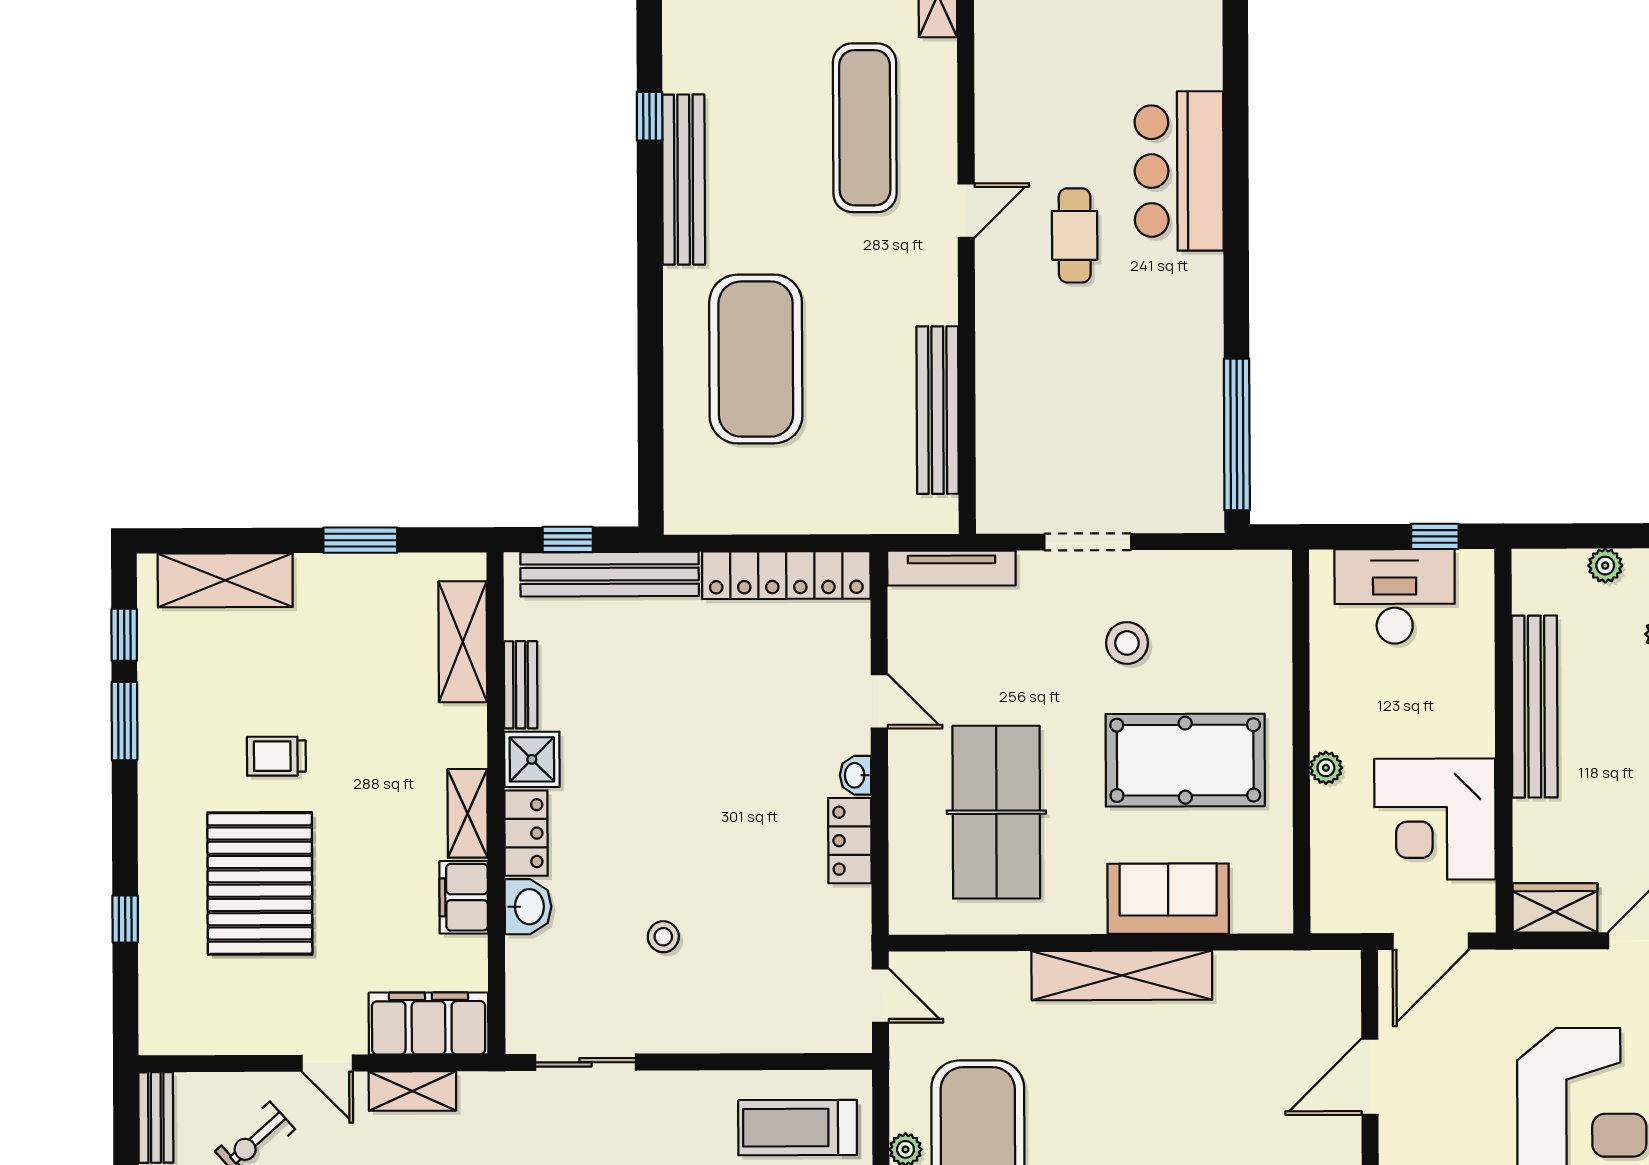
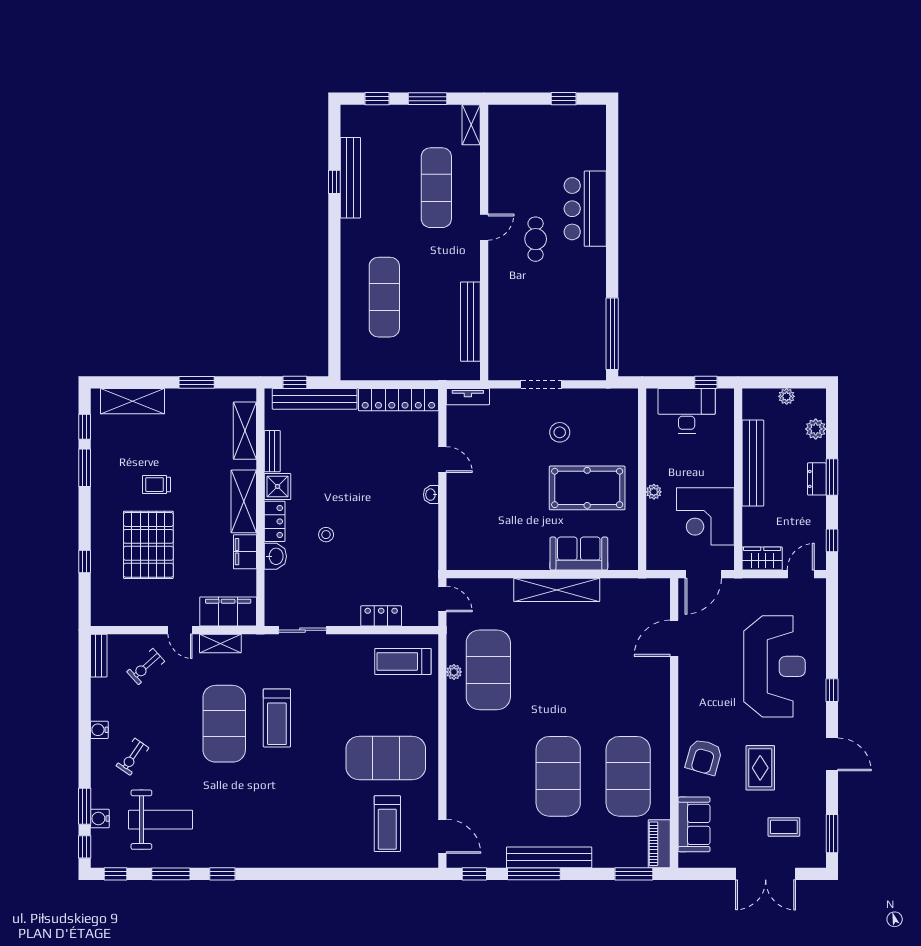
bench: (684, 180) -> (350, 178), moved
exercise mat: (756, 359) -> (384, 297), width x0.68
tv unit: (951, 568) -> (468, 397), width x0.71
table tennis table: (996, 812) -> (498, 512), removed
shelving: (468, 813) -> (244, 501), width x1.50, depth x1.33
locker: (850, 841) -> (381, 616), moved, turned 90
stool: (663, 937) -> (326, 535), moved

